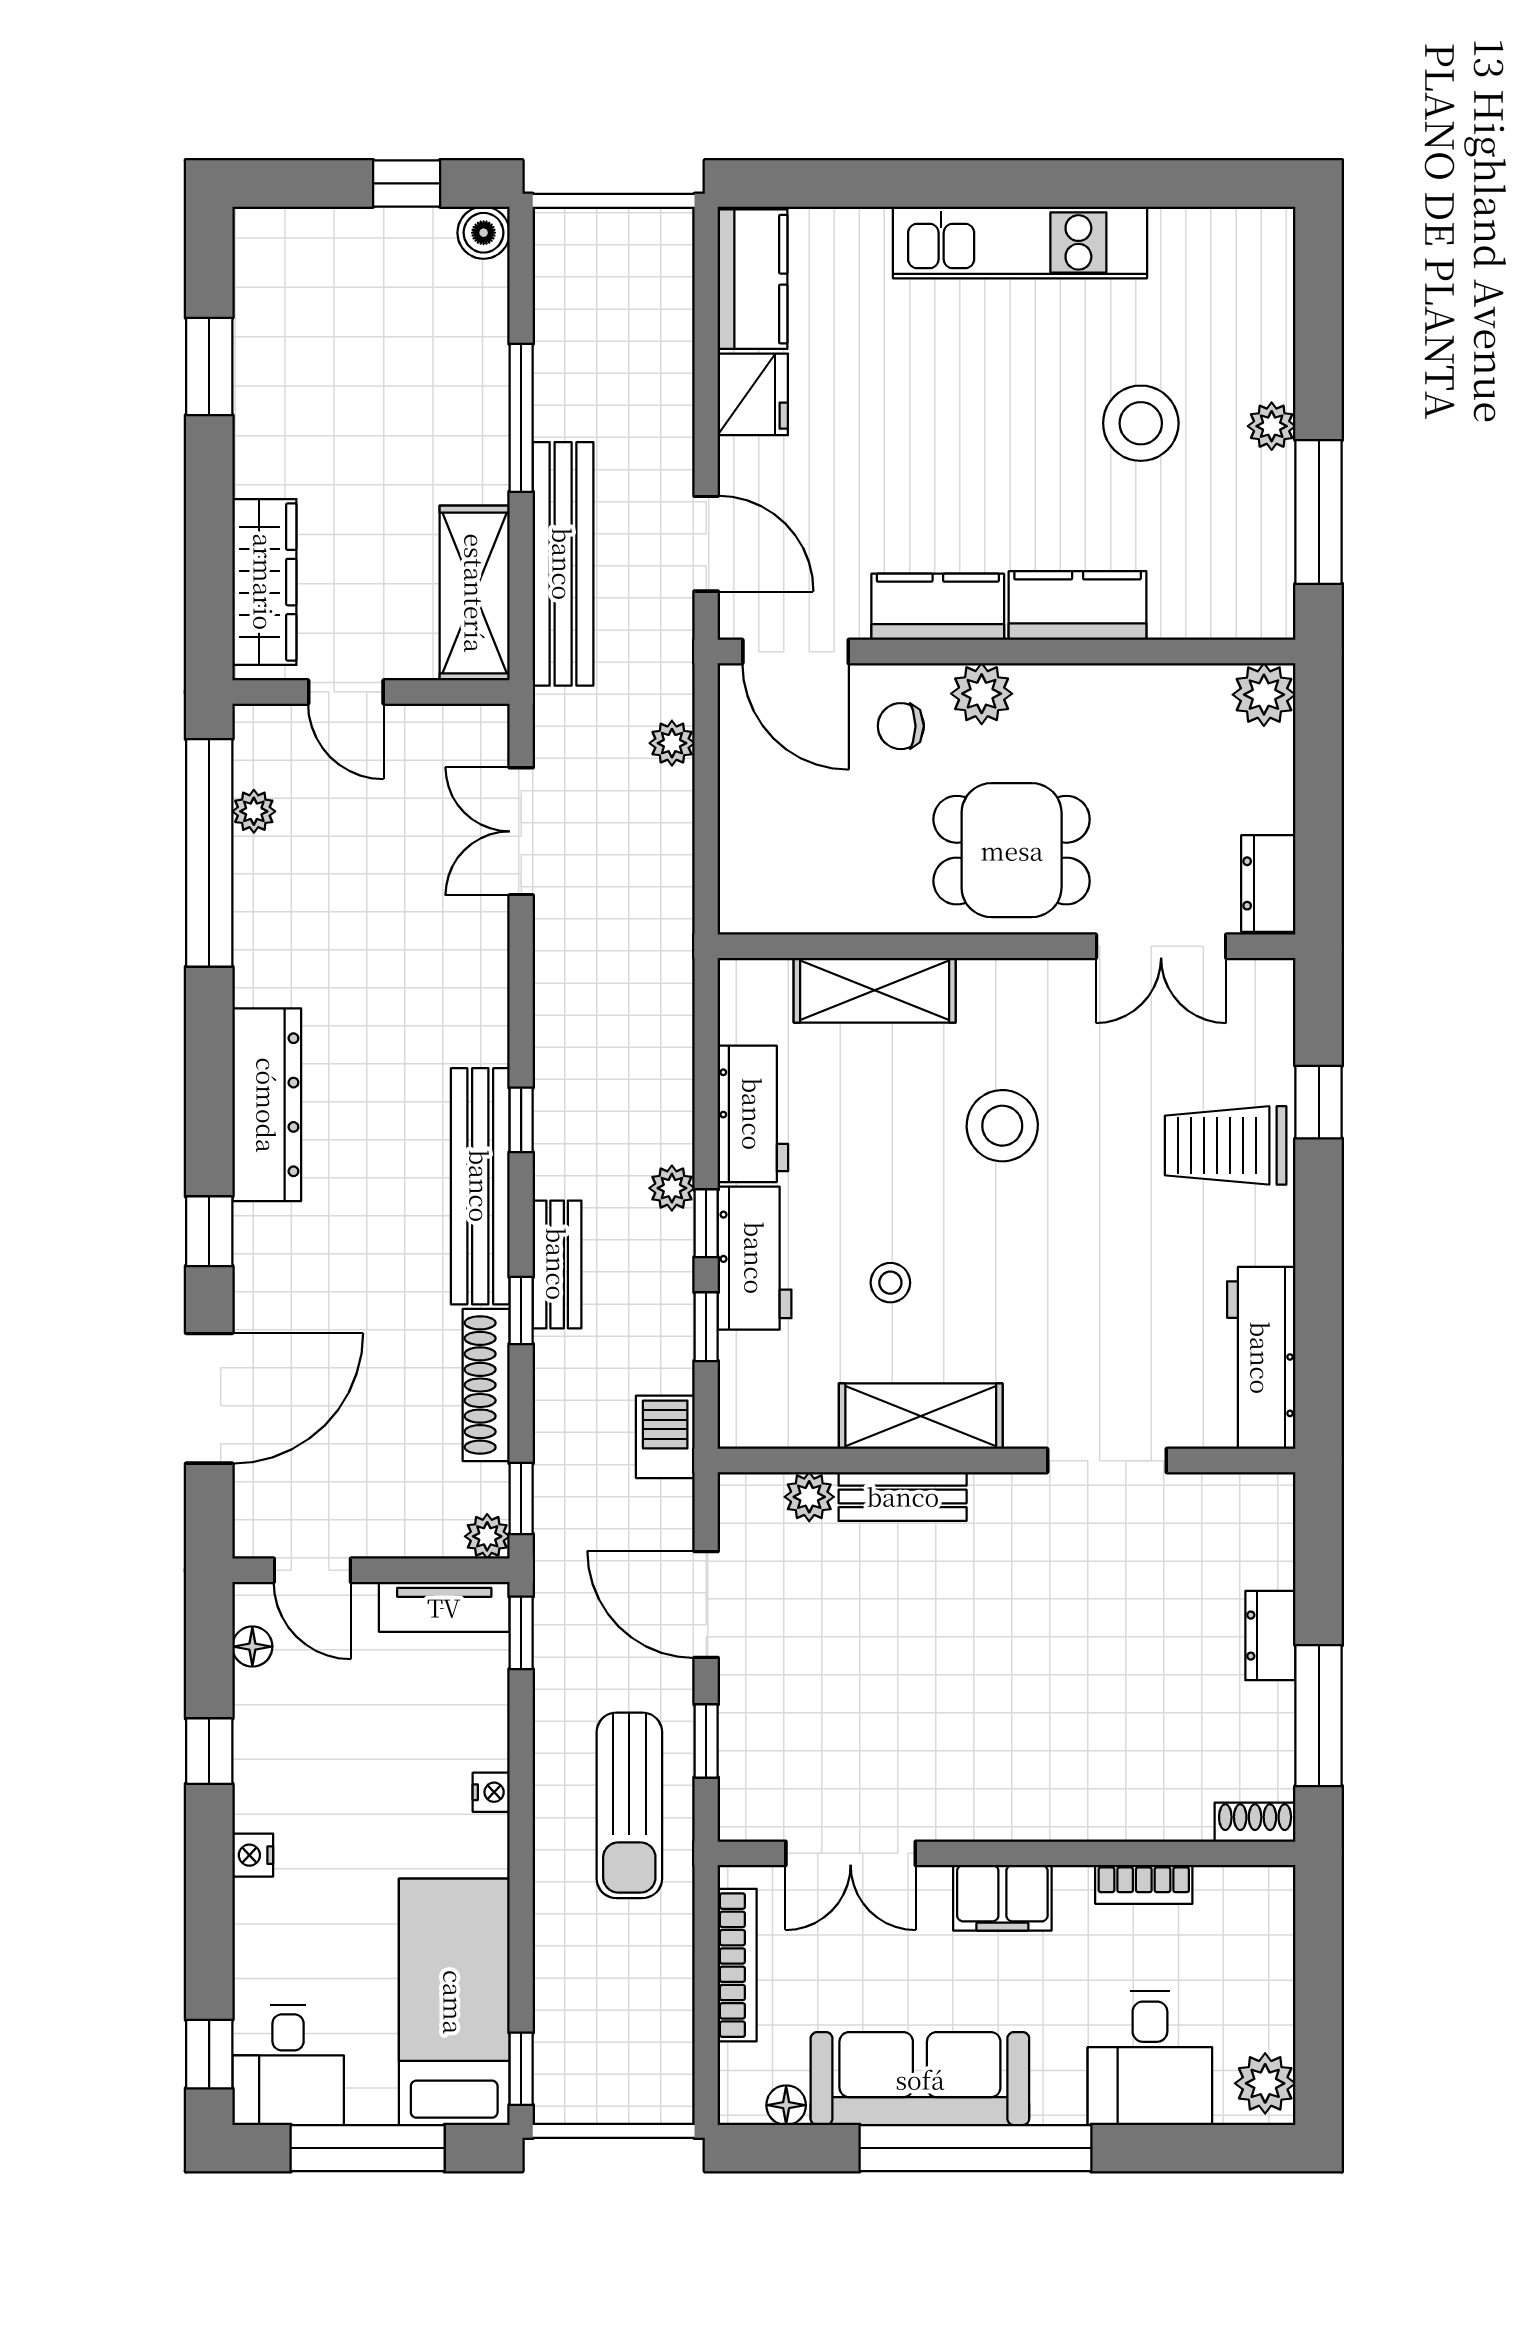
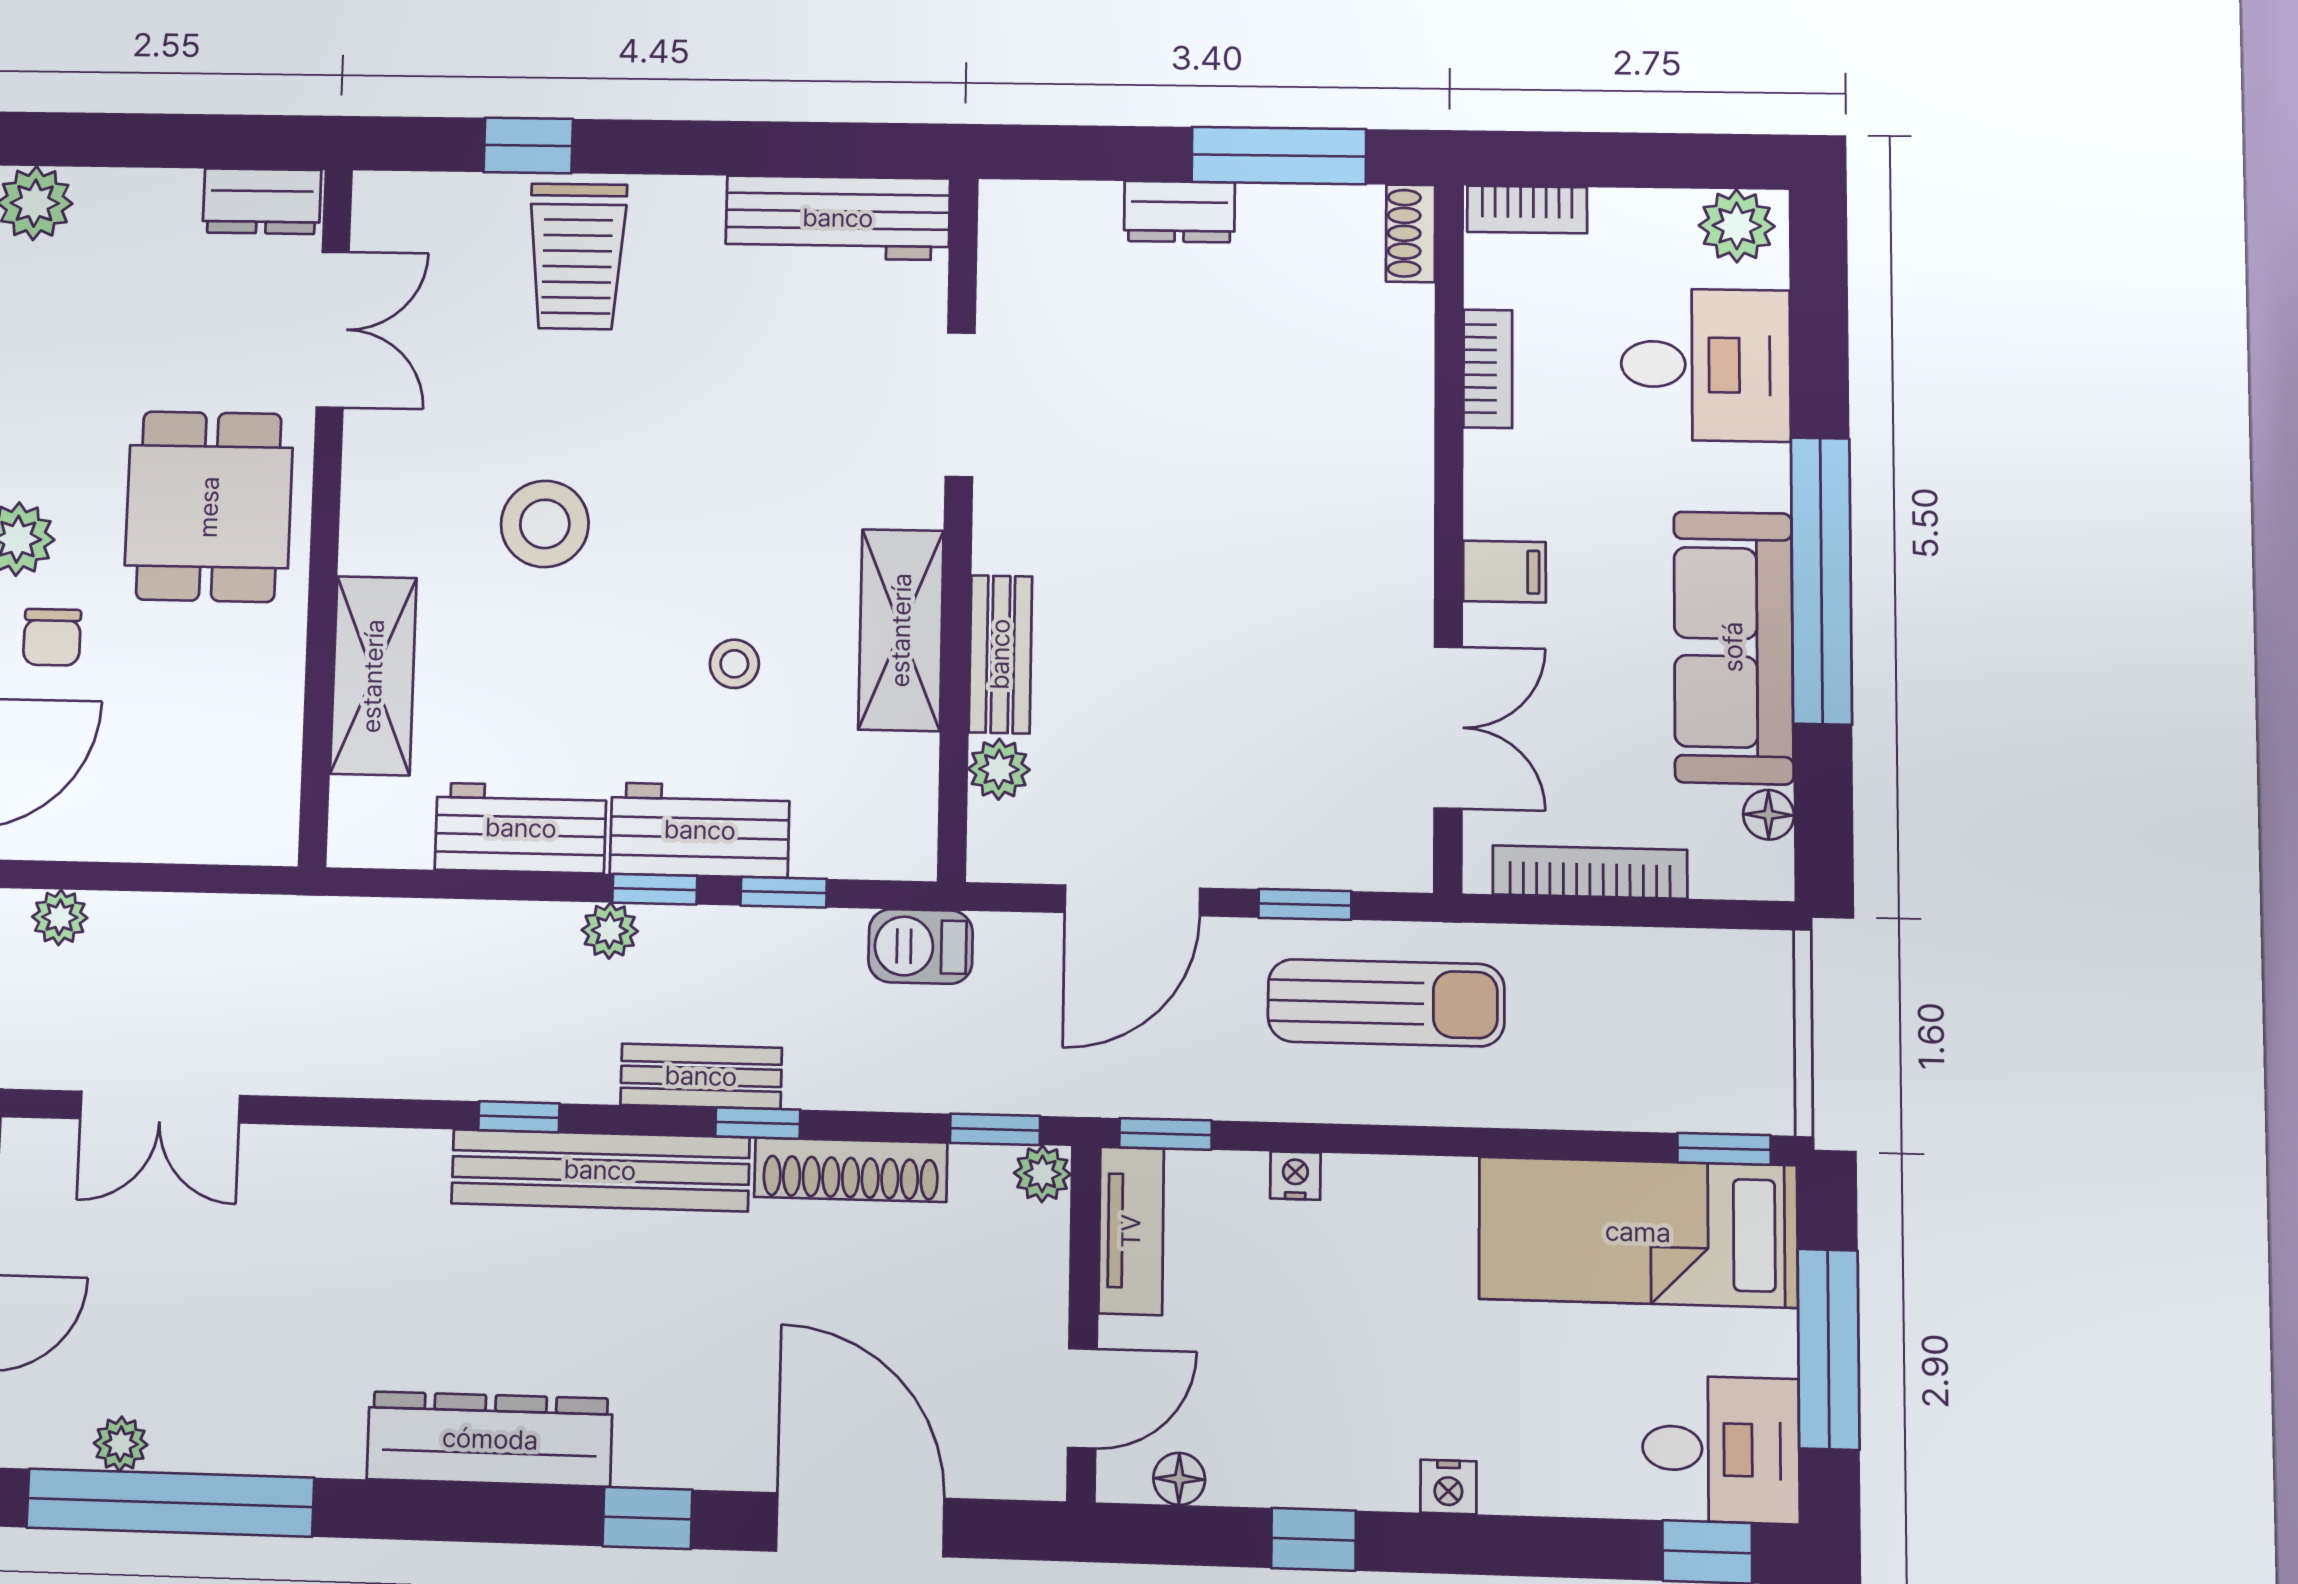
nightstand: (491, 1792) -> (1295, 1176), moved
filing cabinet: (1002, 1898) -> (1504, 572), width x0.50
bookcase: (1276, 1916) -> (1527, 210), added

